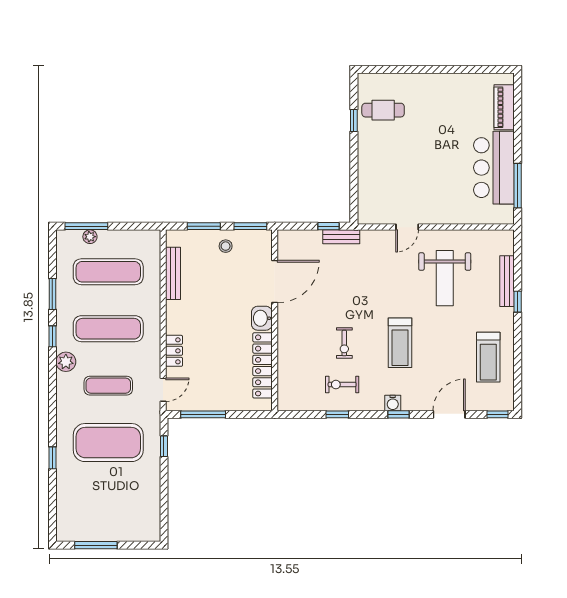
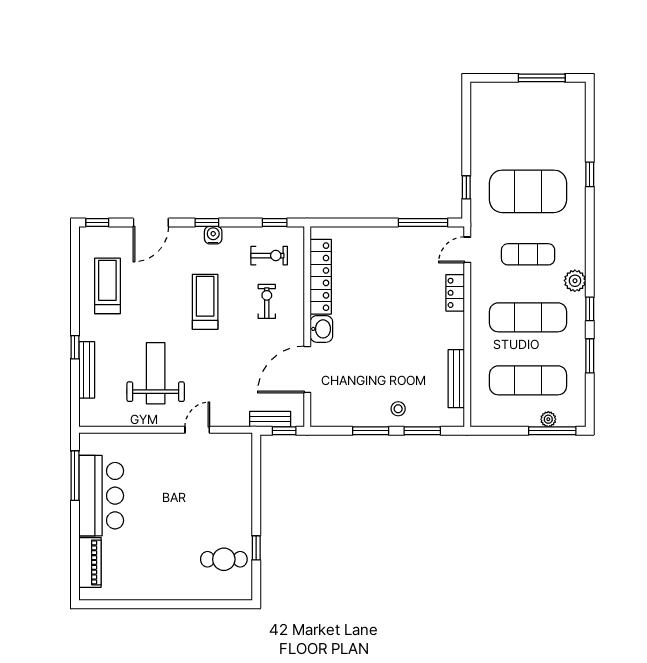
door: (275, 282) -> (307, 369), moved
washbasin: (262, 318) -> (321, 329), moved
wall: (275, 320) -> (307, 327), moved
locker: (262, 365) -> (321, 277), moved

